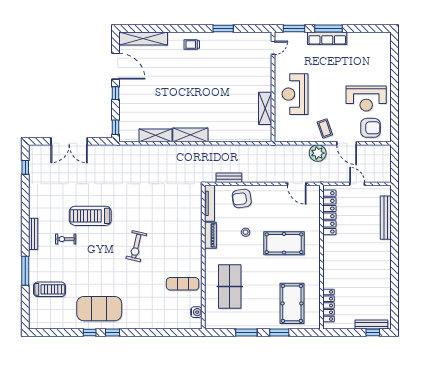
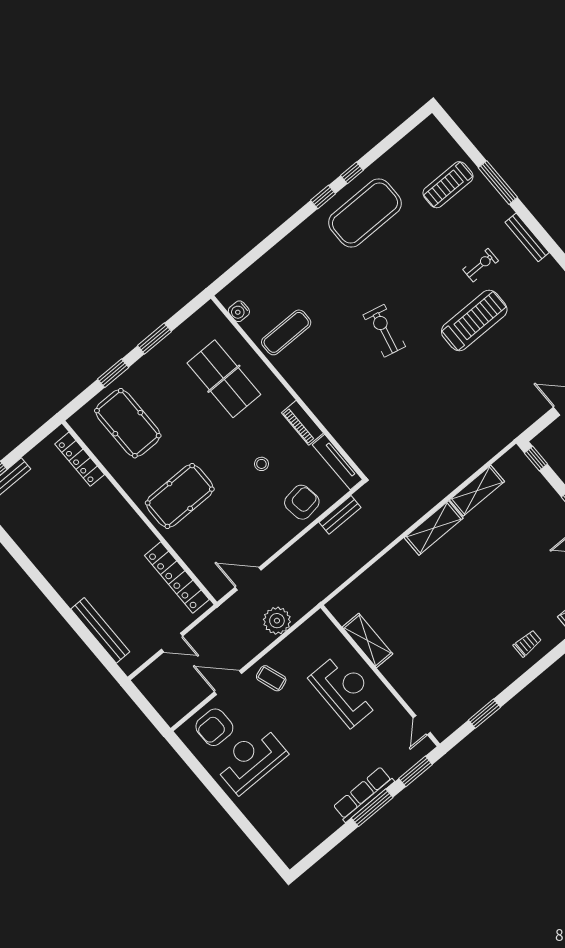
window: (223, 29) -> (484, 714), moved
plant: (318, 153) -> (277, 621), moved
pool table: (284, 243) -> (180, 496), moved

